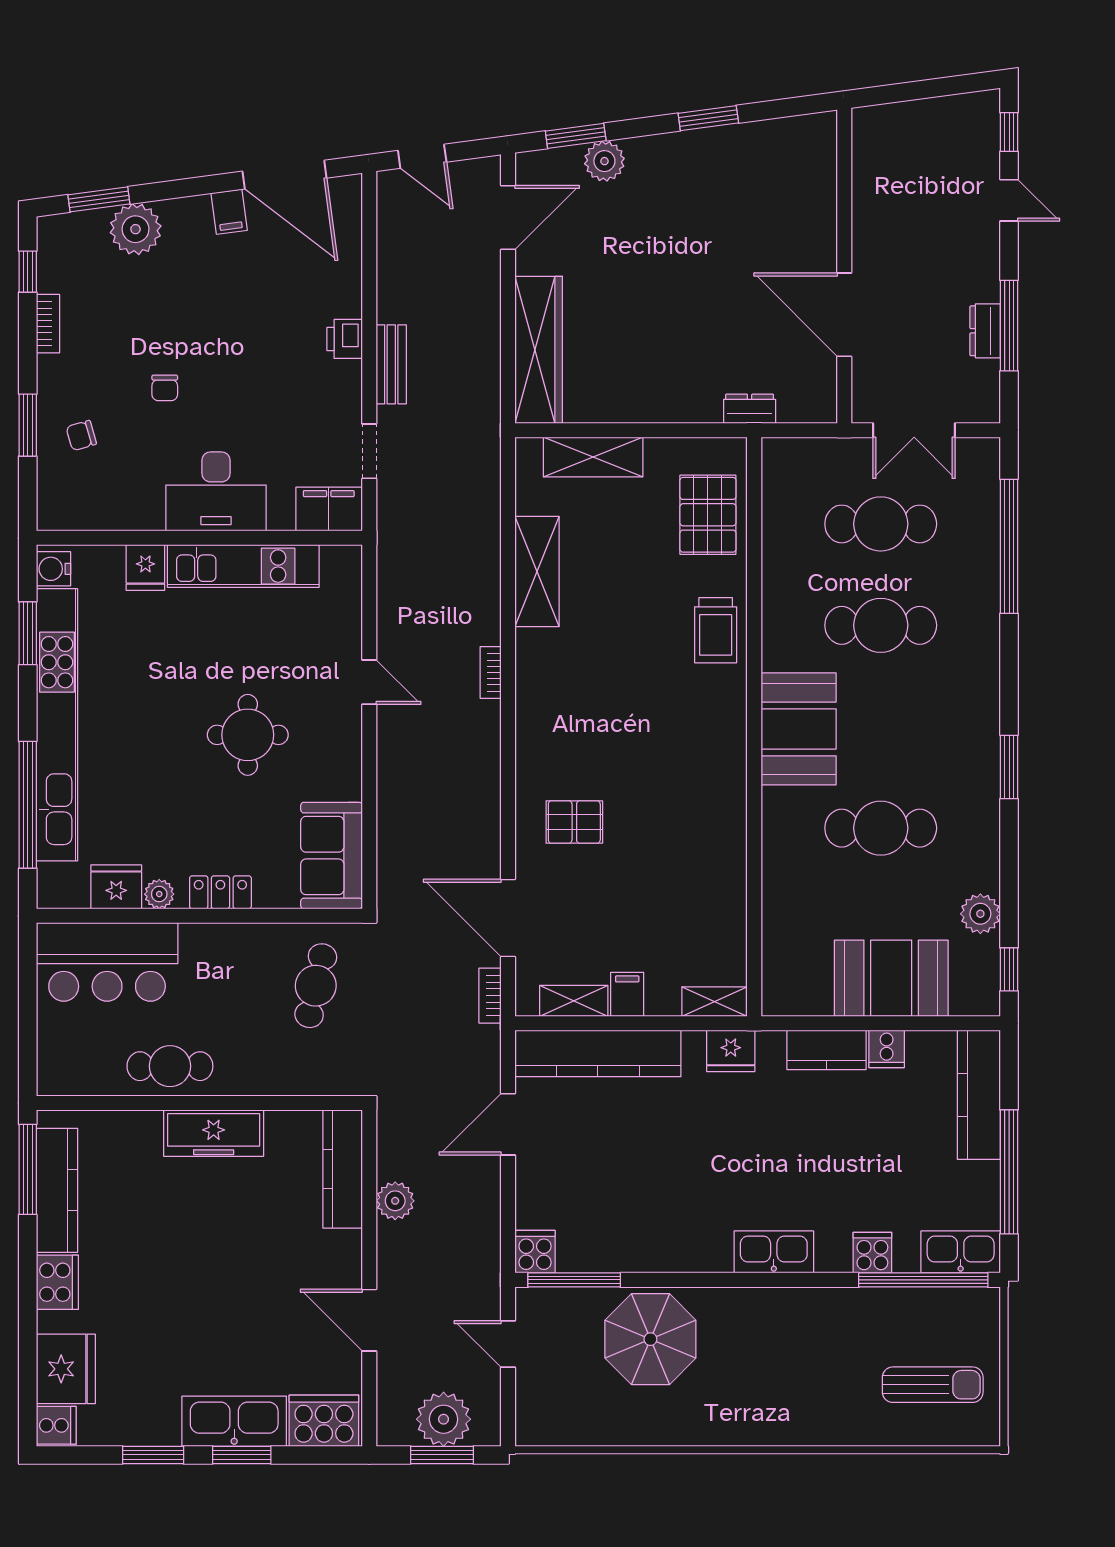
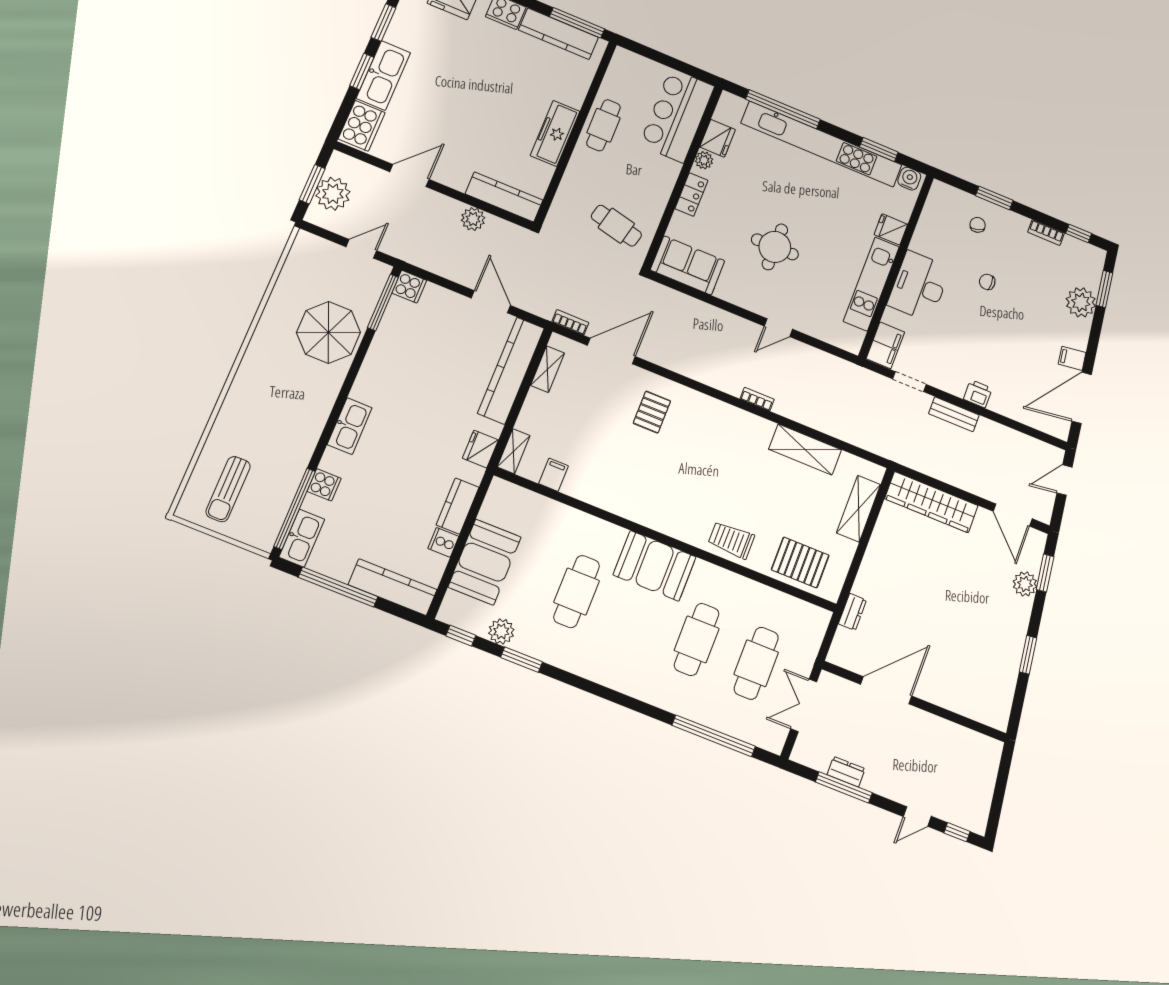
window: (1009, 767) -> (521, 660), moved
filing cabinet: (627, 994) -> (554, 475), moved, turned -90

